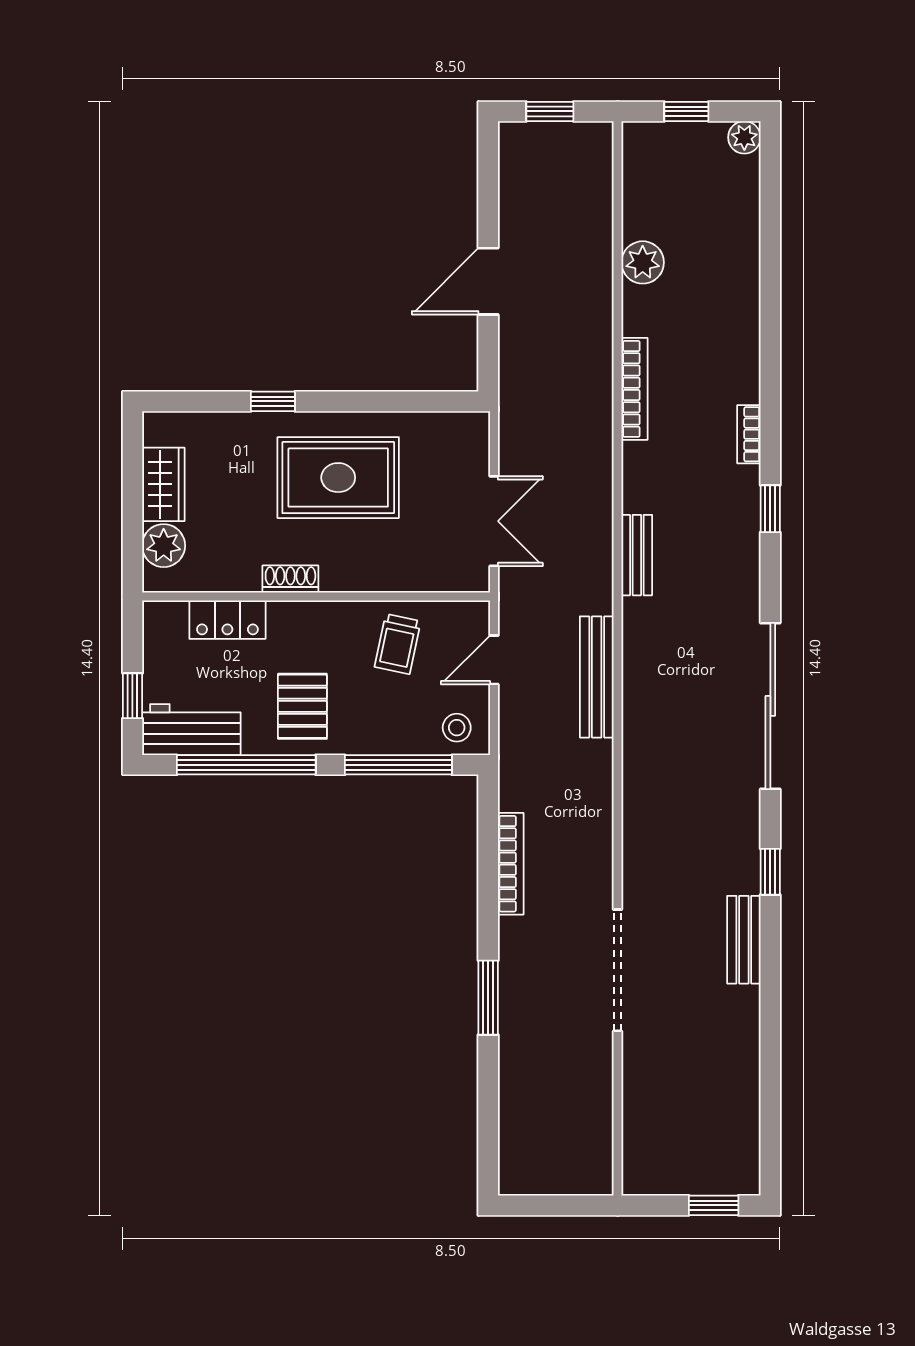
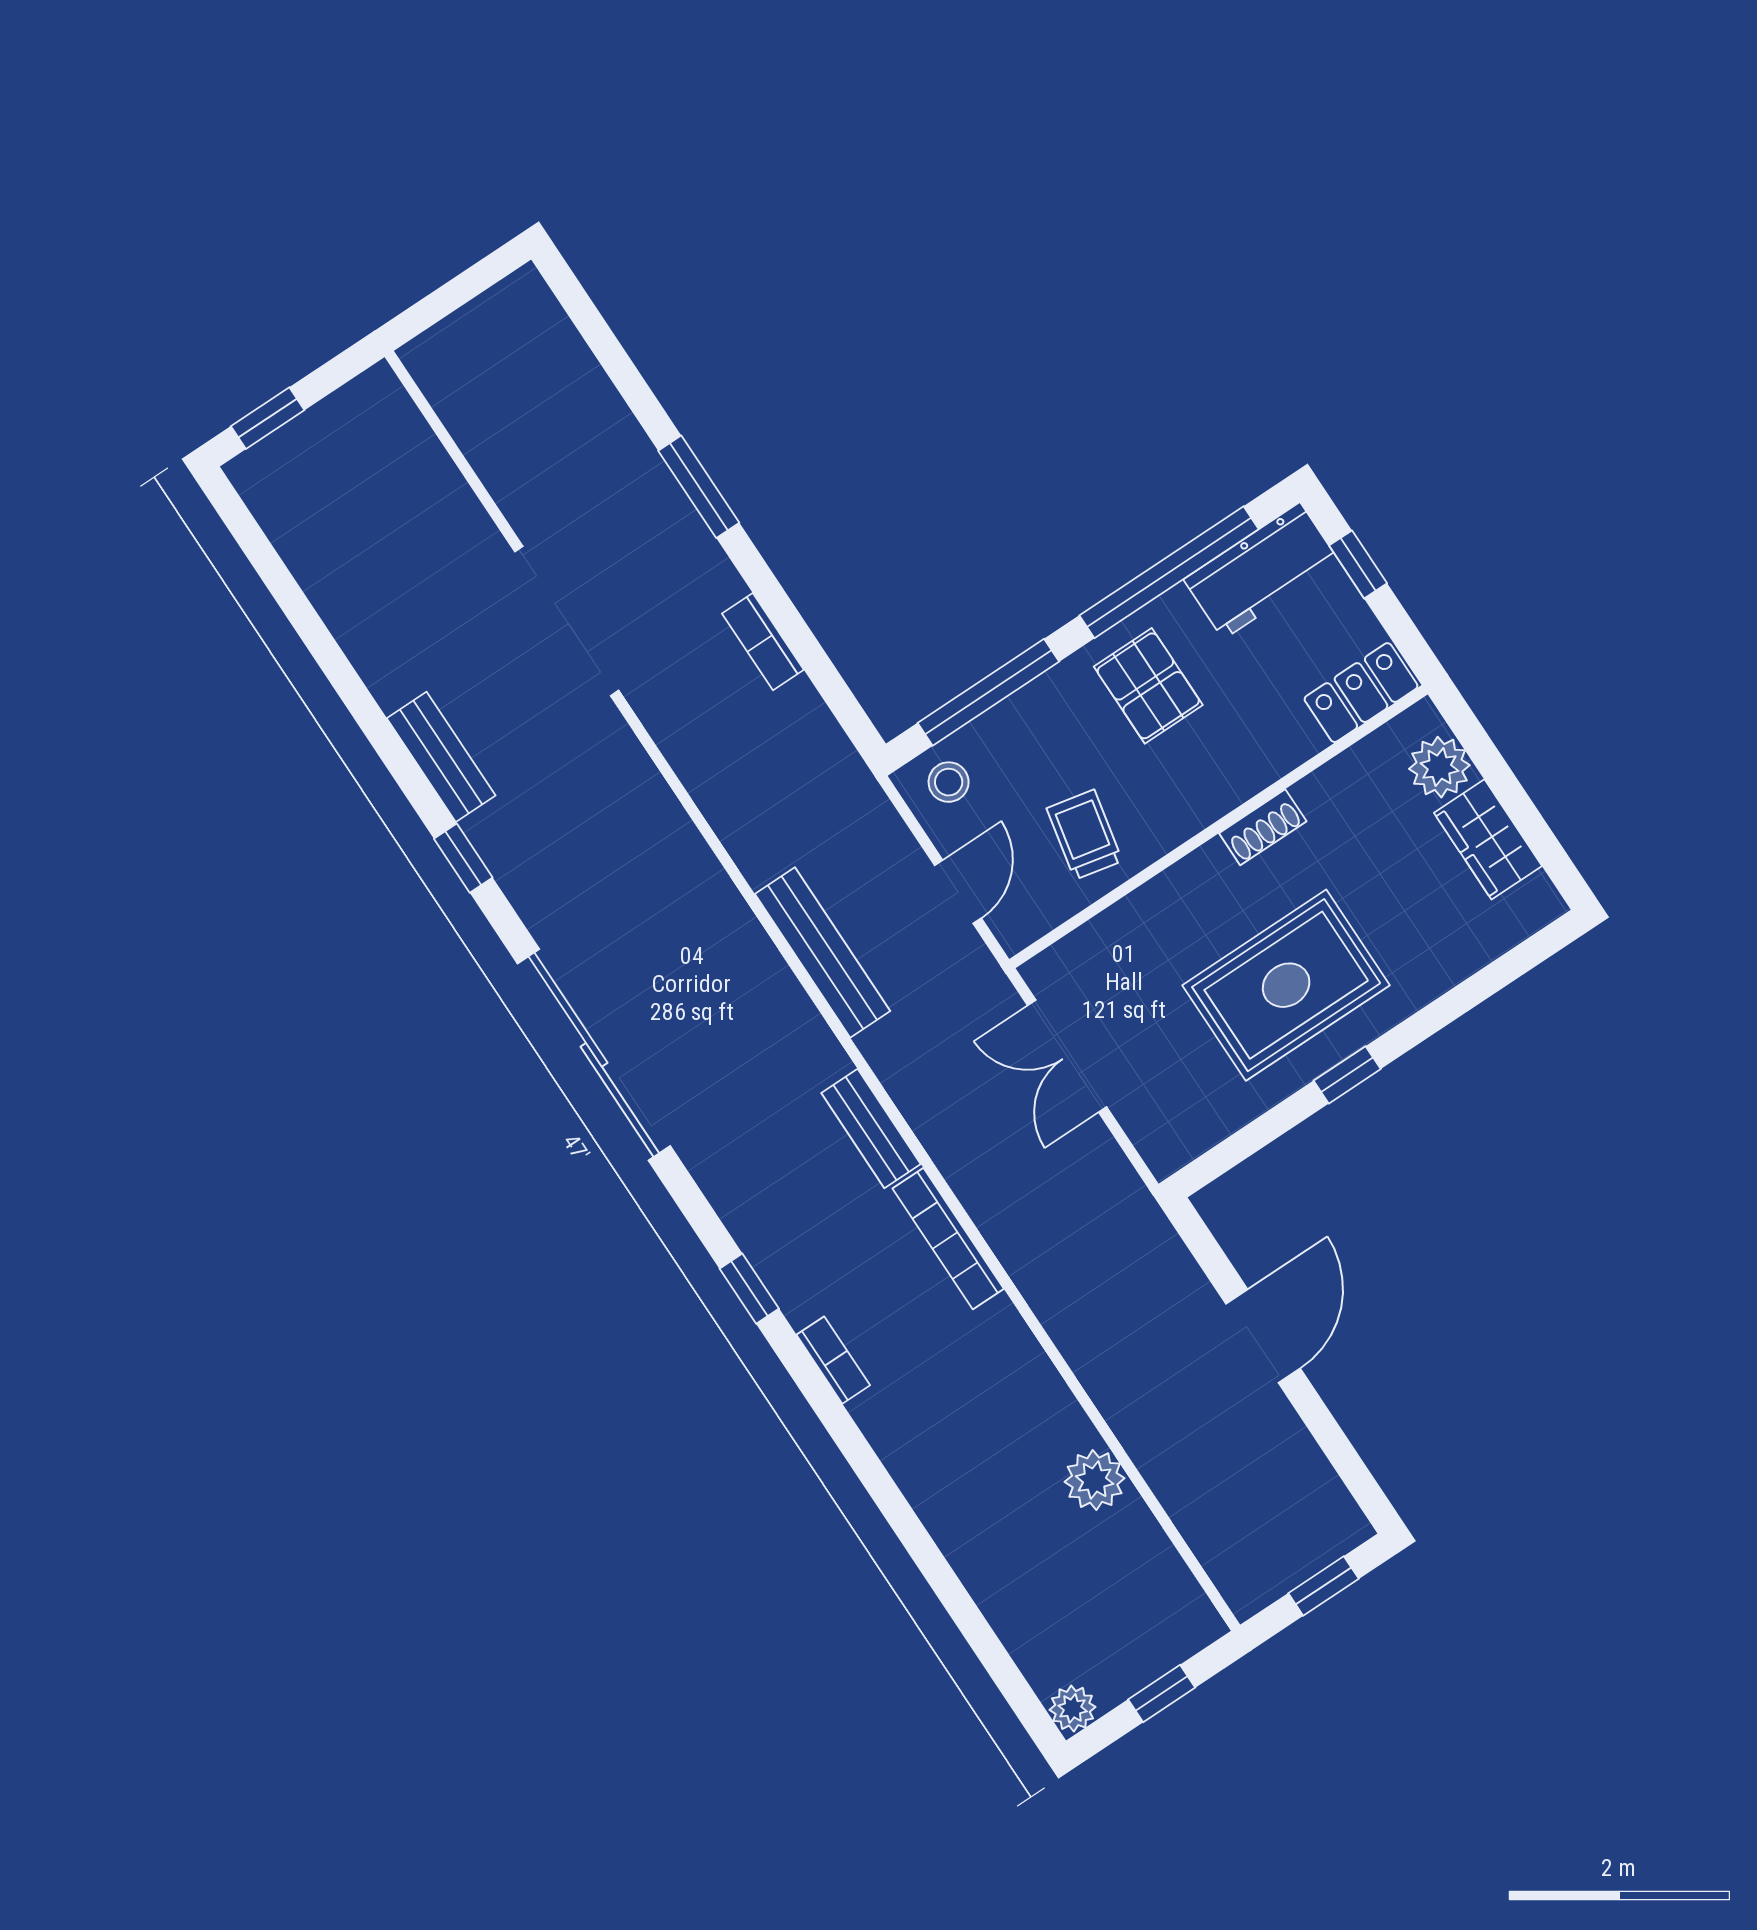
bookcase: (635, 389) -> (948, 1239), moved
window: (273, 401) -> (1347, 1075), moved
locker: (227, 620) -> (1361, 693), moved
bookcase: (511, 864) -> (763, 642), width x0.64

